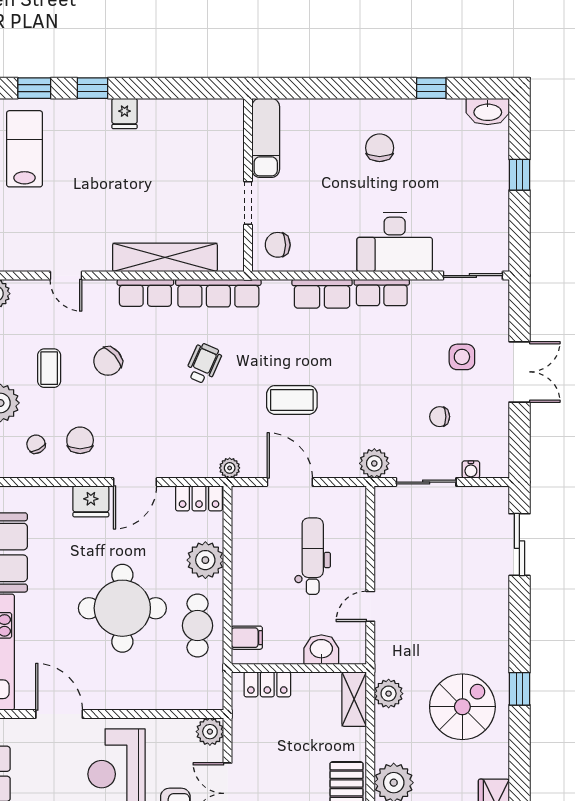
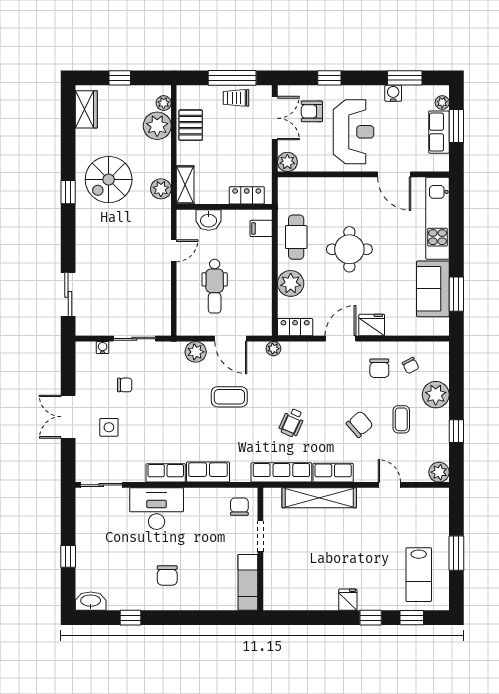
chair: (278, 245) -> (239, 507), turned -90
plant: (374, 463) -> (196, 352), moved
round table: (122, 608) -> (349, 249), width x0.73, depth x0.73

